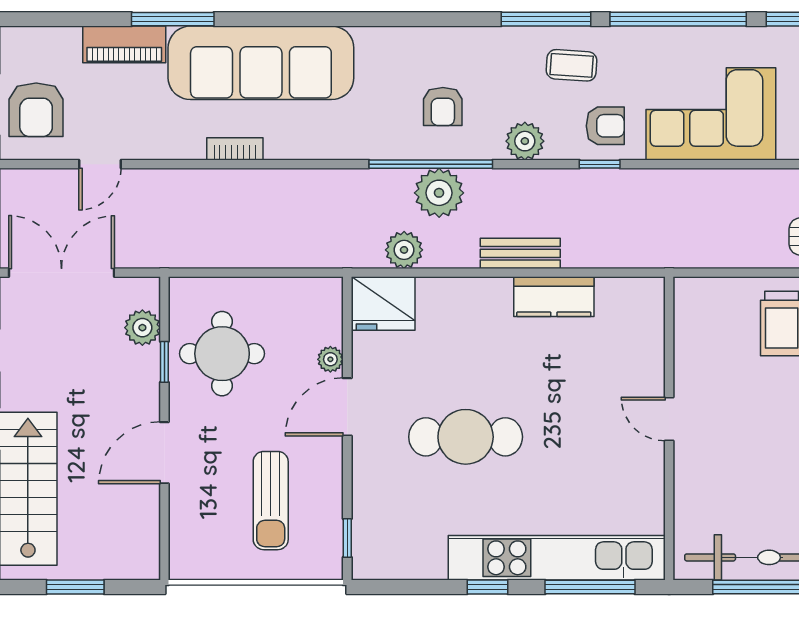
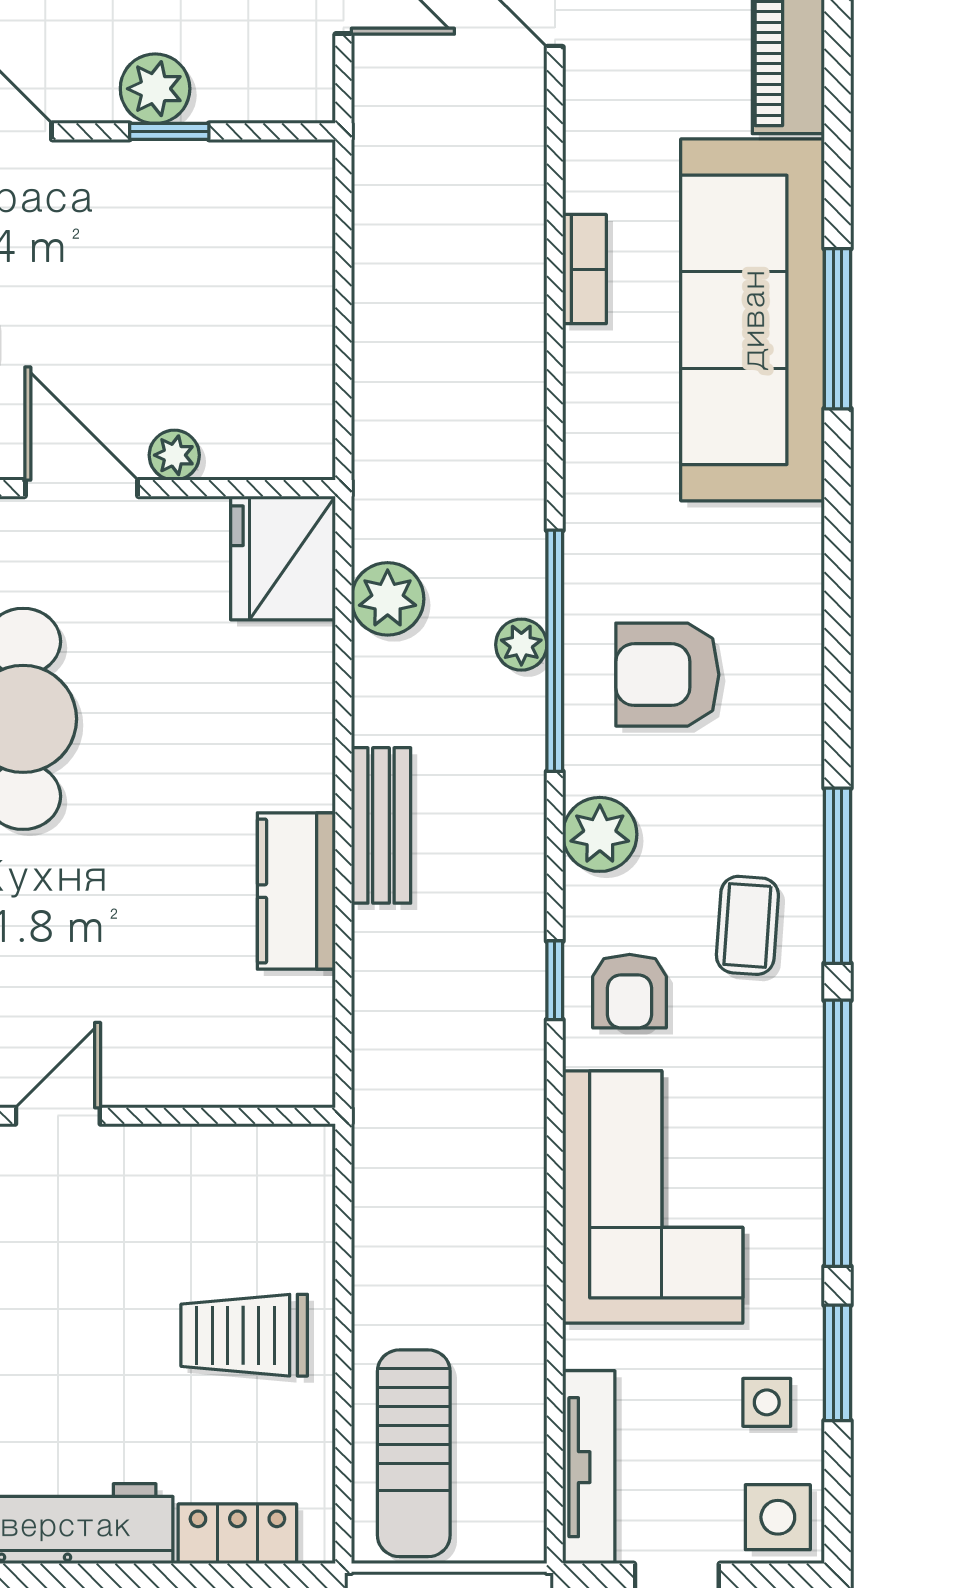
window: (173, 19) -> (838, 329), moved
armchair: (443, 106) -> (667, 675), width x1.38, depth x1.38
plant: (439, 193) -> (521, 645), width x0.53, depth x0.53
plant: (142, 328) -> (155, 89), moved
round table: (222, 354) -> (185, 244), removed

